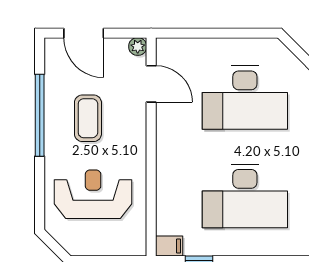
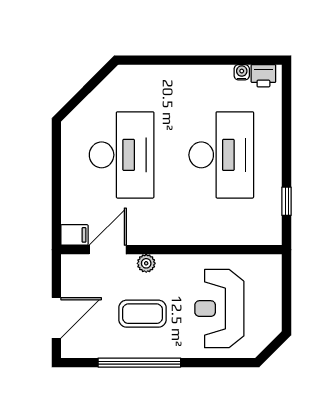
plant: (138, 47) -> (146, 263), moved
filing cabinet: (169, 246) -> (74, 235), moved, turned 90

